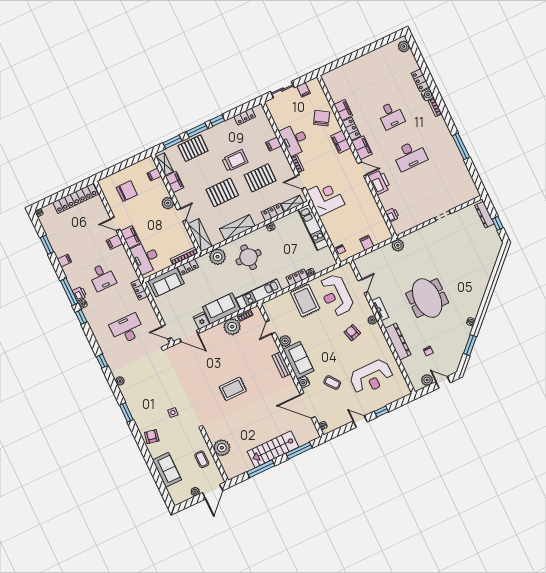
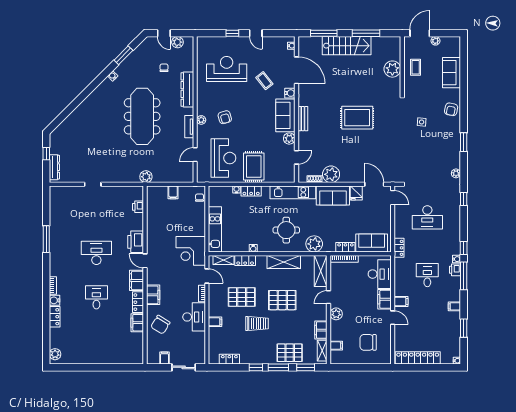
trolley: (235, 161) -> (257, 323), turned 180
meeting table: (427, 298) -> (142, 116), width x1.36
rug: (233, 389) -> (357, 118), width x1.36, depth x1.43

